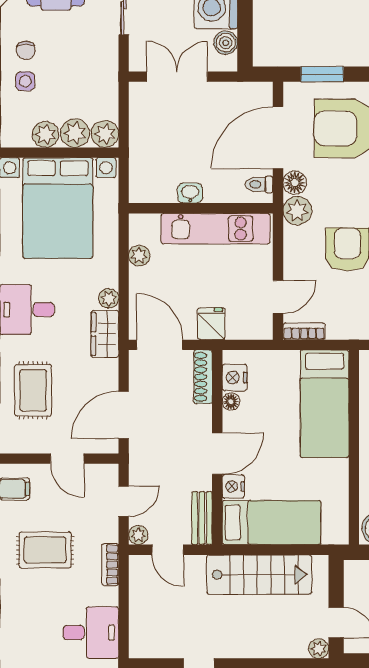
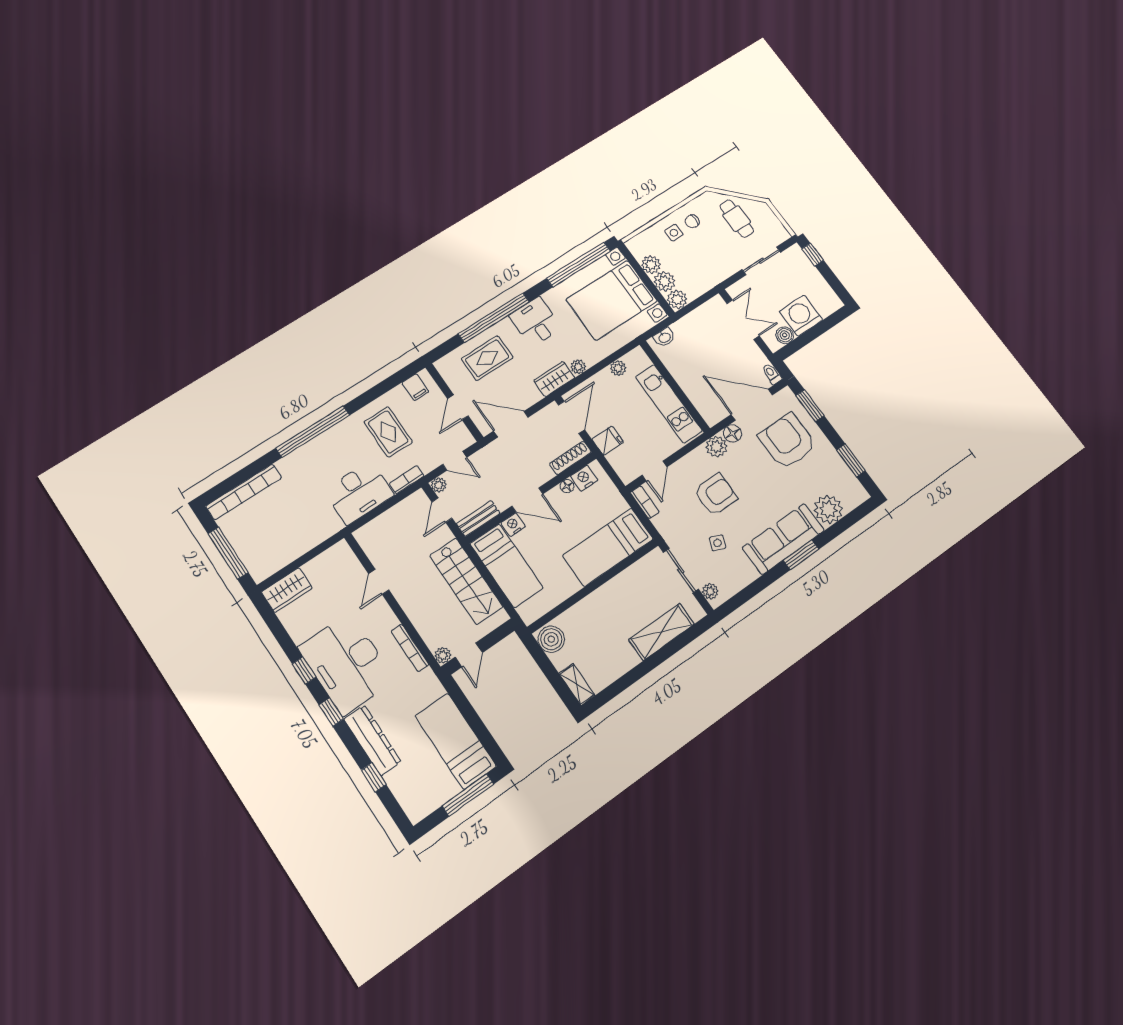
toilet: (259, 184) -> (772, 374), moved
washbasin: (190, 193) -> (664, 337), moved, turned 90
door: (278, 297) -> (655, 471), hinge flipped
desk: (91, 633) -> (359, 493), width x1.37

